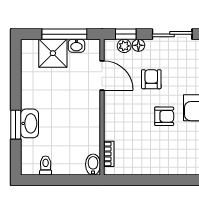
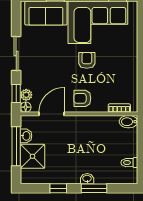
floor lamp: (138, 45) -> (26, 107), moved
armchair: (151, 79) -> (82, 98), moved
window: (16, 83) -> (58, 188), added
washbasin: (30, 123) -> (87, 179), width x0.52, depth x0.69

